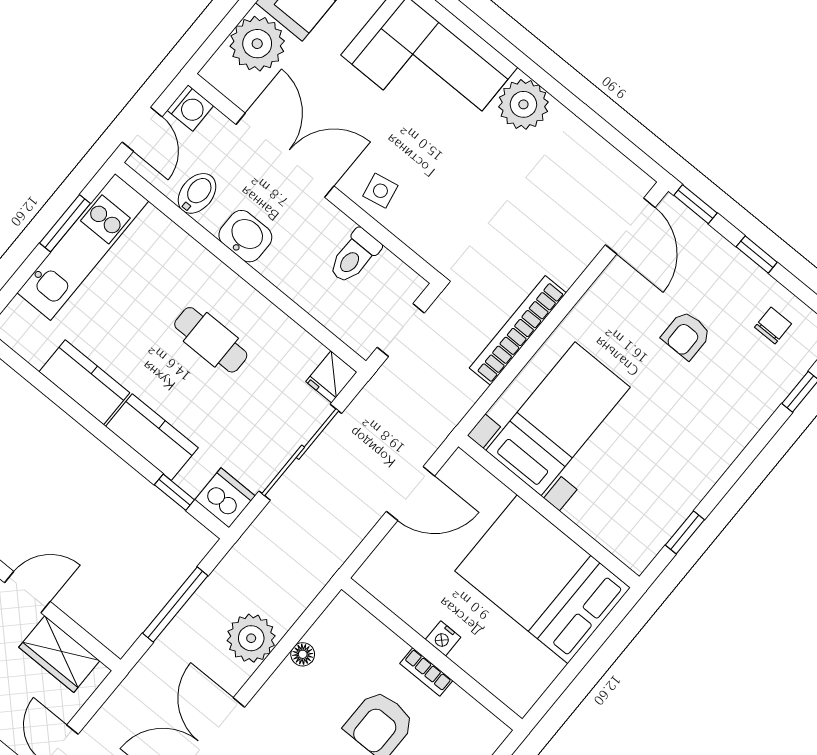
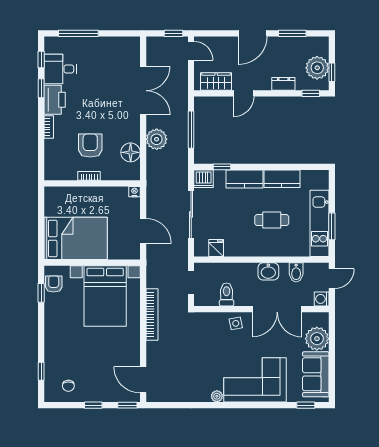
plant: (523, 104) -> (217, 396), width x0.53, depth x0.53
door: (142, 129) -> (332, 279), swing flipped
armchair: (686, 335) -> (54, 284), moved
cafe table: (211, 340) -> (272, 220), moved
fridge: (331, 377) -> (216, 248), moved
bed with nightstands: (558, 419) -> (105, 296), width x1.36
door: (410, 494) -> (143, 231), swing flipped
nightstand: (443, 638) -> (134, 192), moved
floor lamp: (303, 654) -> (131, 152), width x1.89, depth x1.89

